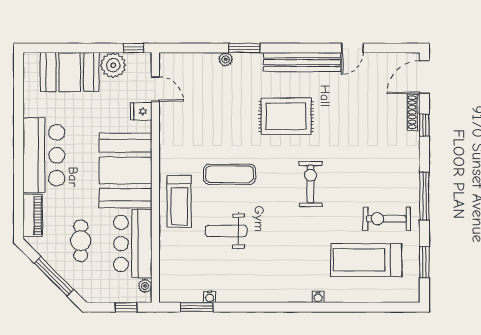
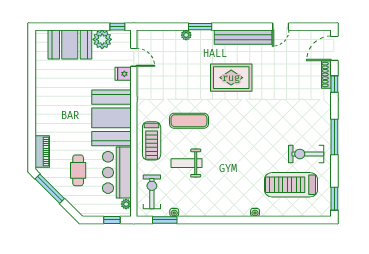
bar counter: (44, 155) -> (51, 107), removed
exercise bike: (311, 184) -> (152, 192), moved
window: (424, 262) -> (334, 199), moved
window: (54, 276) -> (50, 189), moved

